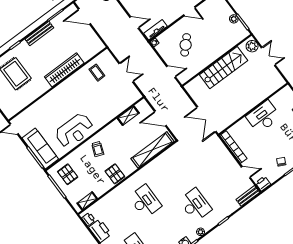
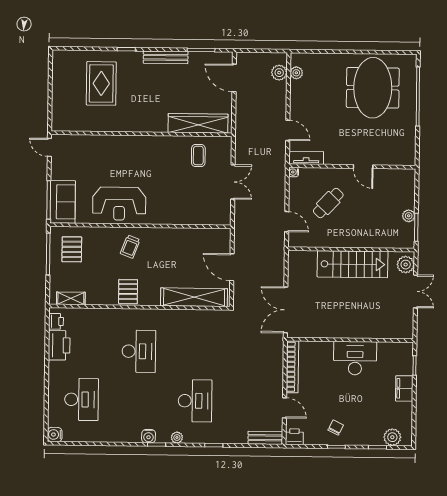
wardrobe: (64, 70) -> (198, 123), moved
shelving: (128, 116) -> (196, 235), removed
sofa: (40, 148) -> (63, 202), width x0.73

